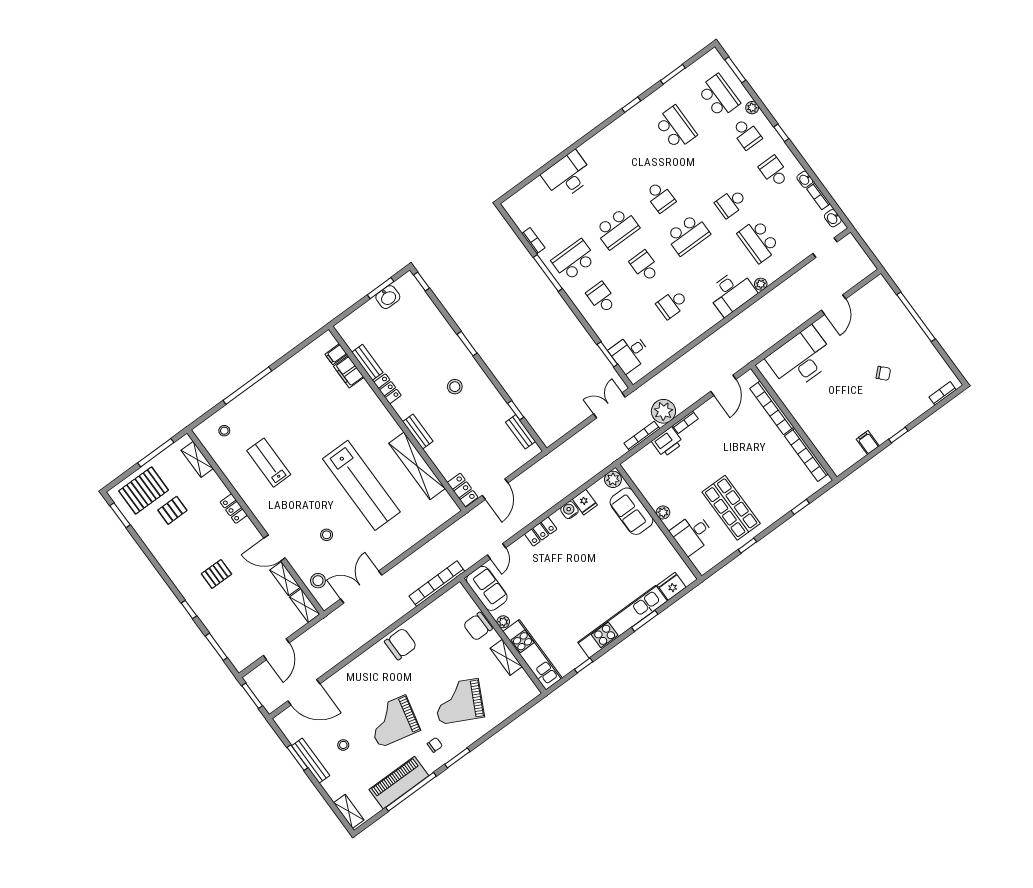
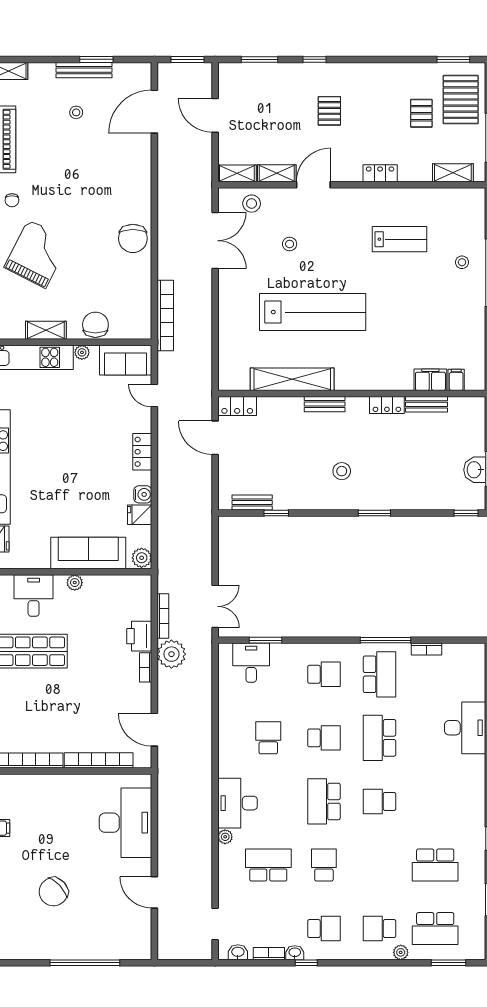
window: (781, 133) -> (306, 963), moved
chair: (883, 373) -> (53, 892), width x1.87, depth x1.87
stool: (224, 431) -> (462, 262), moved
lab bench: (361, 485) -> (313, 312), turned 180
sofa: (631, 511) -> (88, 553), width x1.36
grand piano: (393, 721) -> (64, 176), removed

